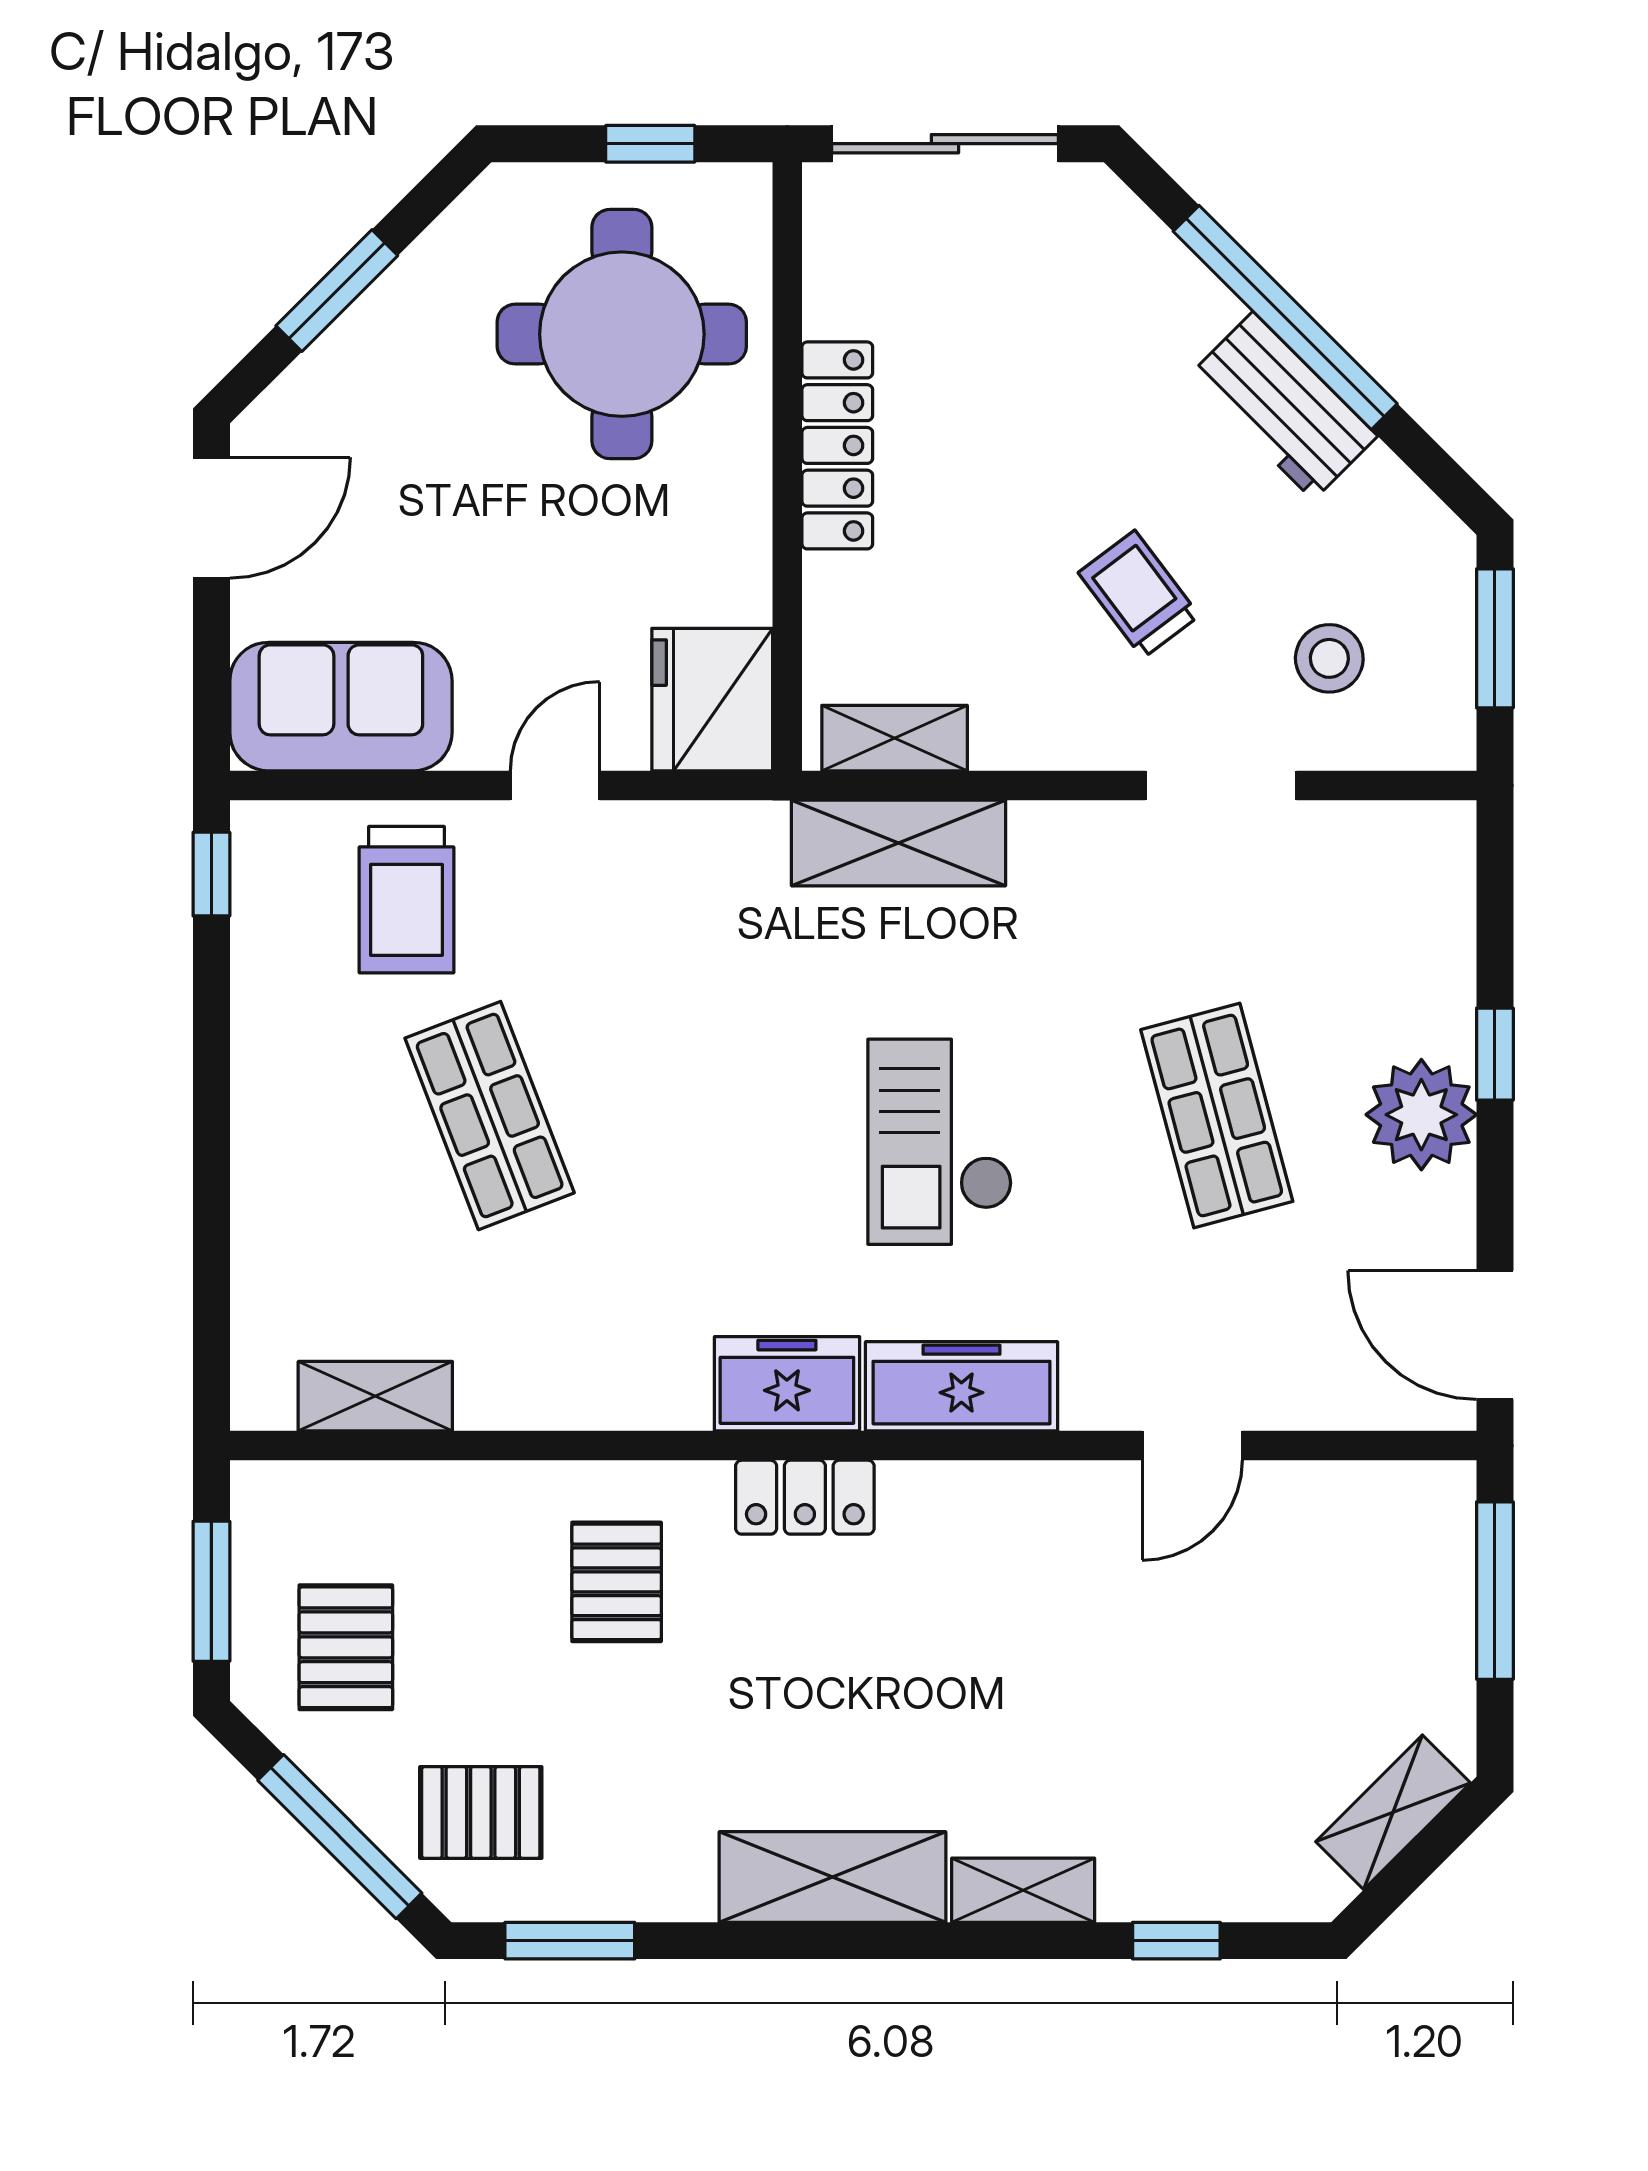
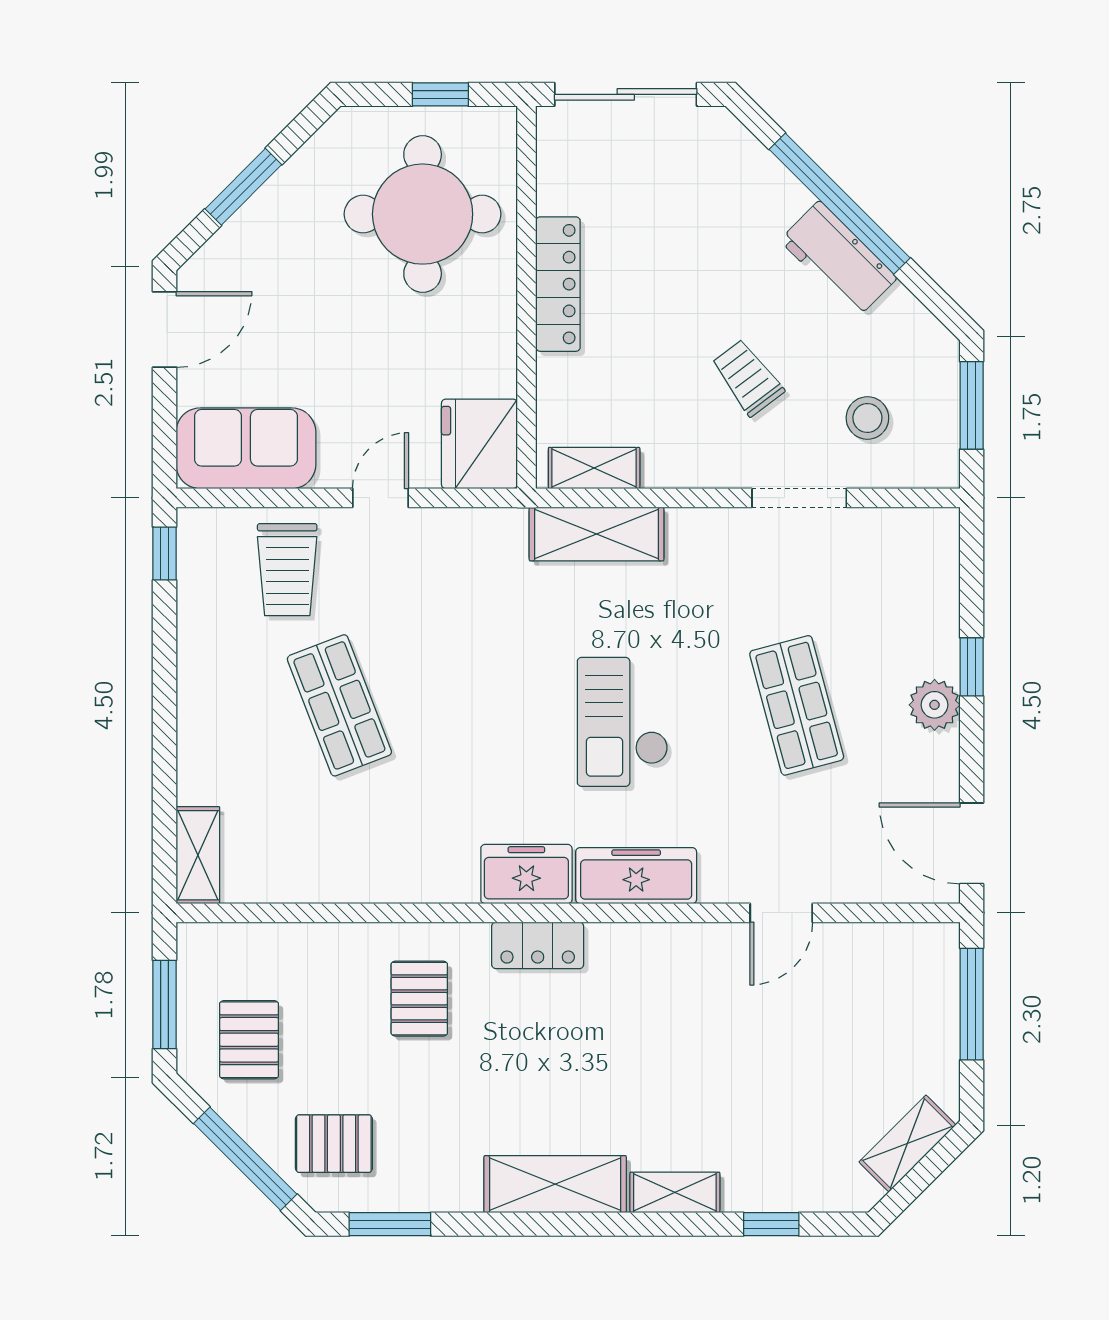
plant: (1421, 1115) -> (935, 705), width x0.73, depth x0.73
shelving: (375, 1396) -> (198, 855), moved, turned 90

